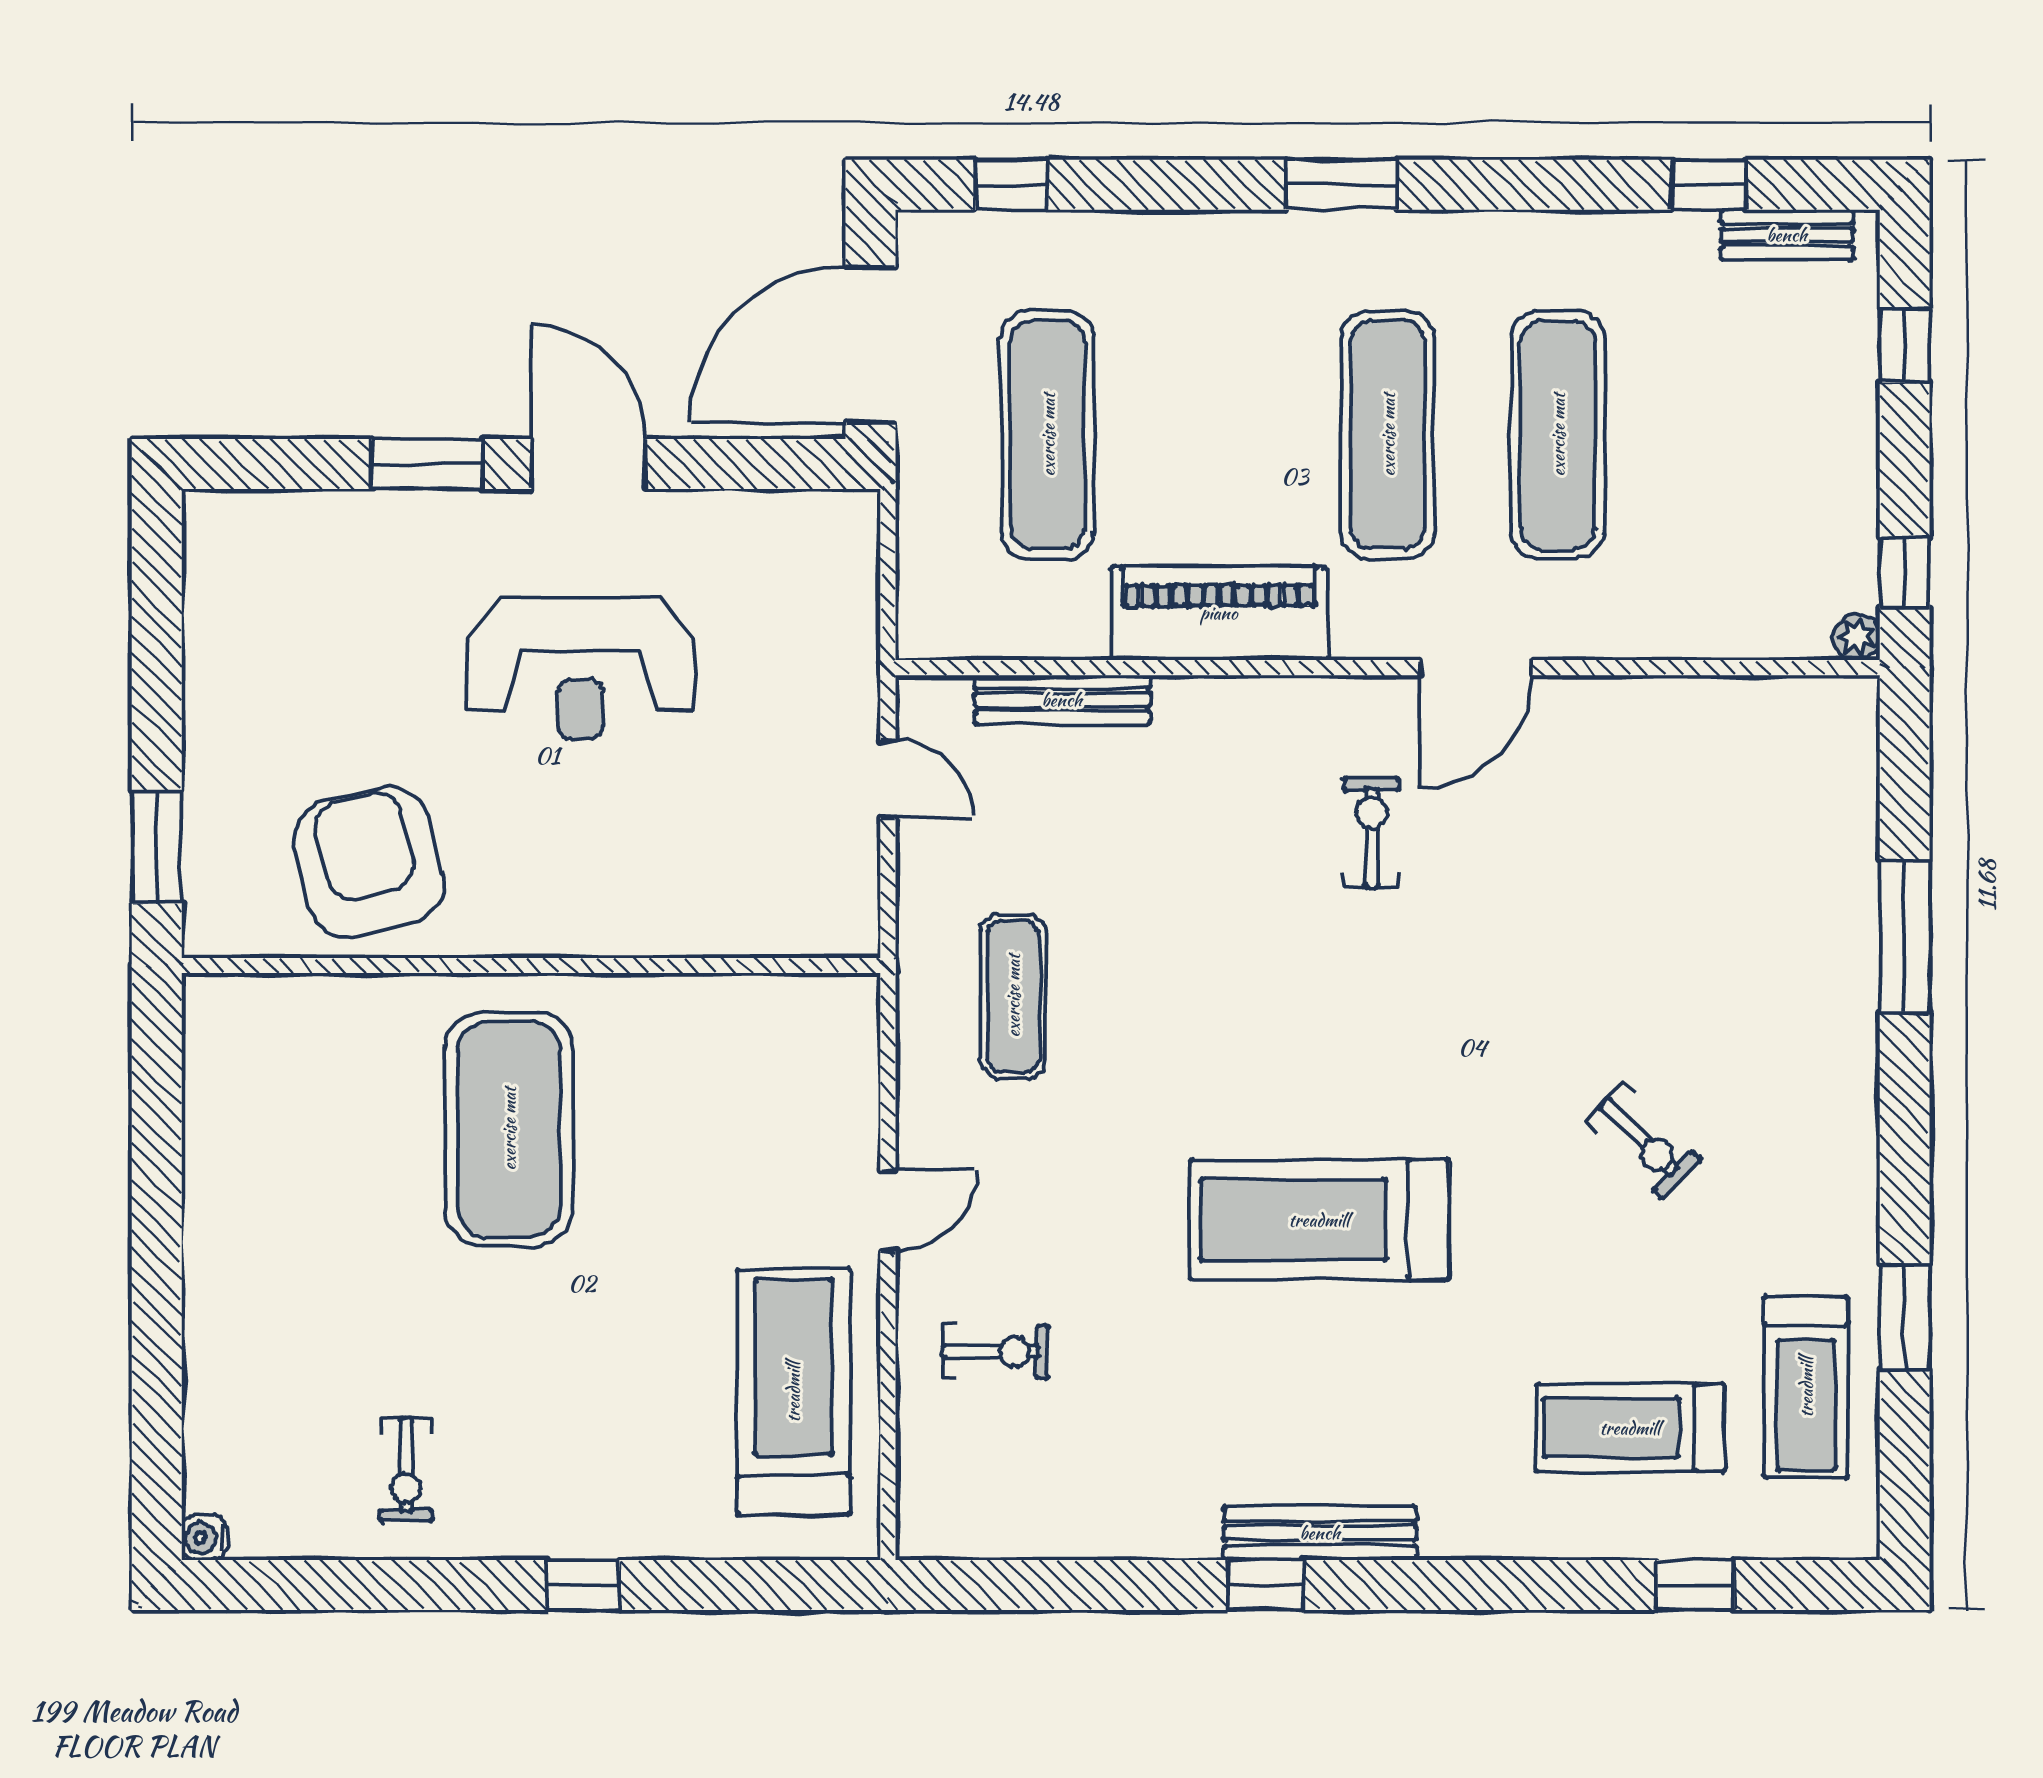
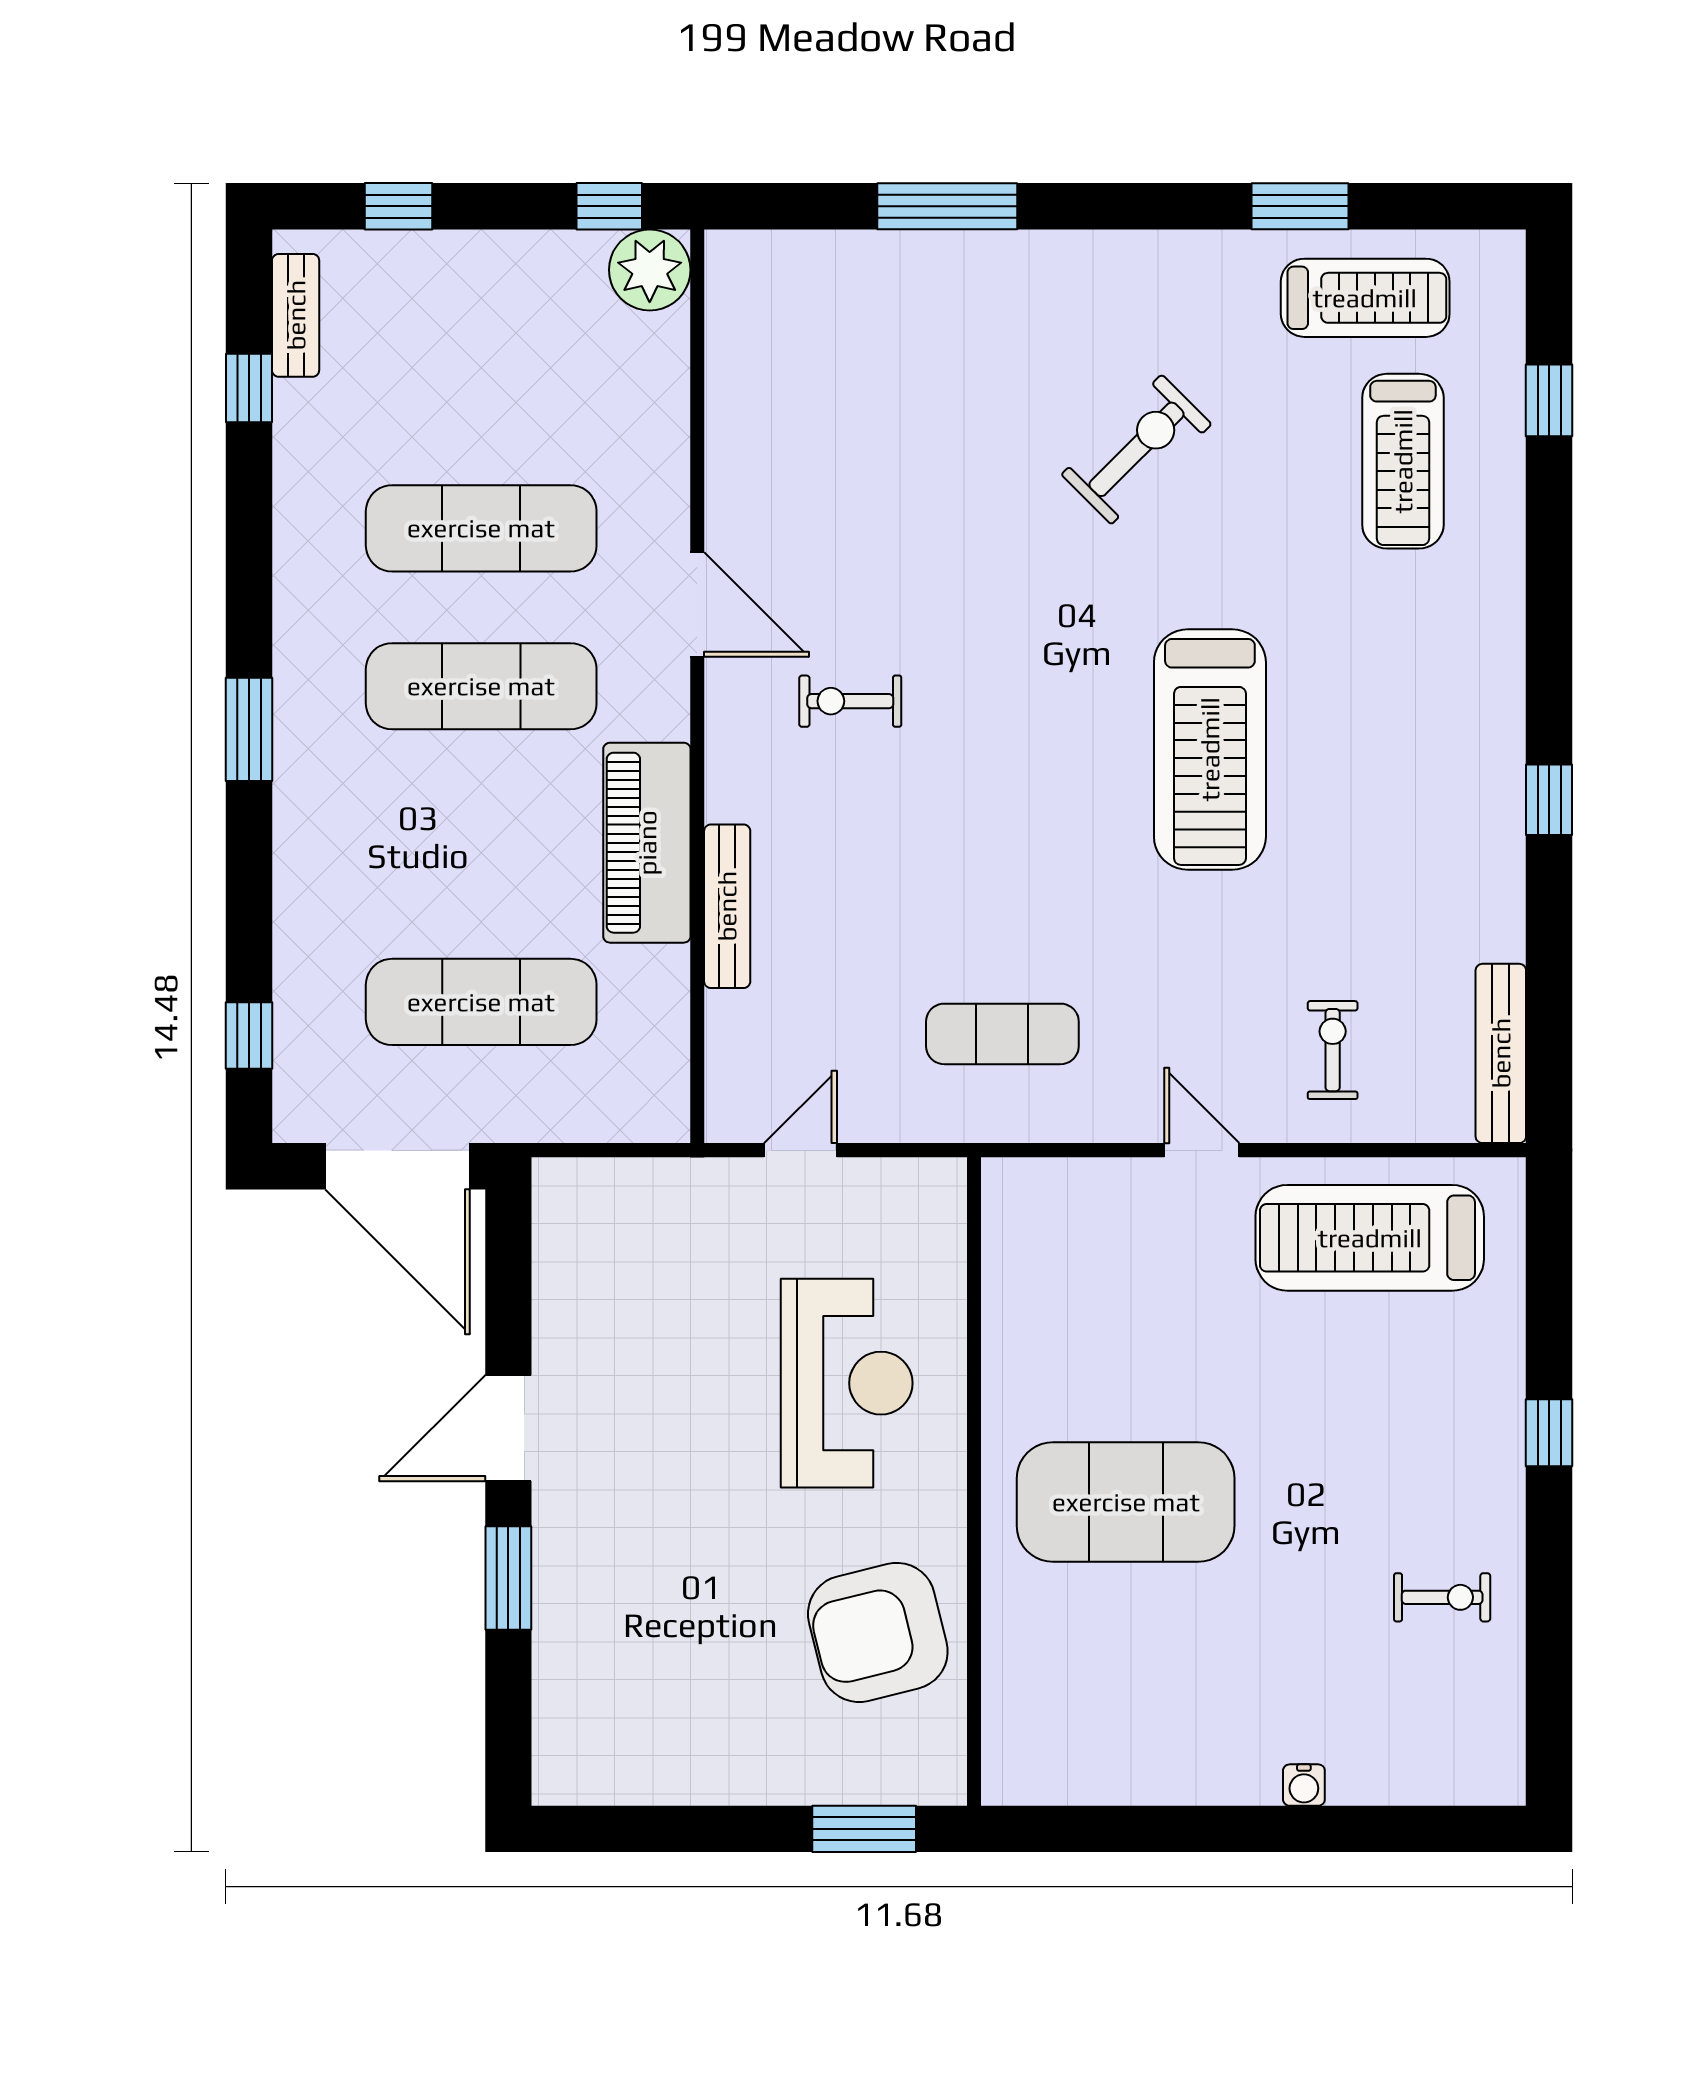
plant: (1856, 637) -> (650, 270), width x1.87, depth x1.87
reception desk: (580, 668) -> (847, 1383), moved
bench: (1062, 700) -> (727, 906), moved
exercise bike: (1643, 1141) -> (1137, 449), width x1.38, depth x1.39
bench: (1320, 1533) -> (1501, 1053), moved
water cooler: (204, 1538) -> (1304, 1785), moved

